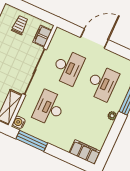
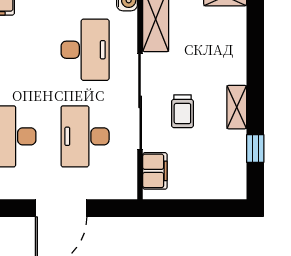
trolley: (20, 25) -> (182, 111), moved

